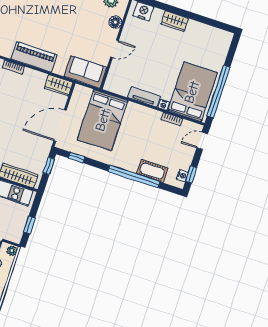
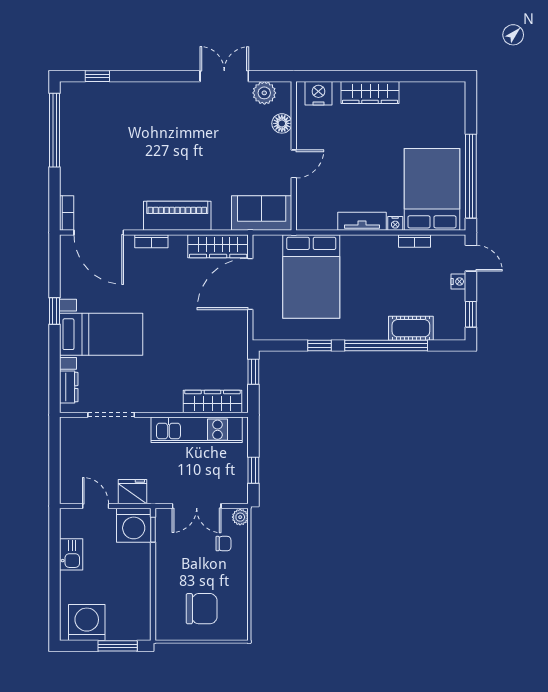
wardrobe: (175, 21) -> (370, 93), width x1.50
wardrobe: (59, 85) -> (218, 246), width x1.50
door: (60, 126) -> (250, 284), moved
door: (202, 141) -> (471, 258), swing flipped
window: (77, 157) -> (320, 345), moved
nightstand: (182, 176) -> (458, 282), moved

